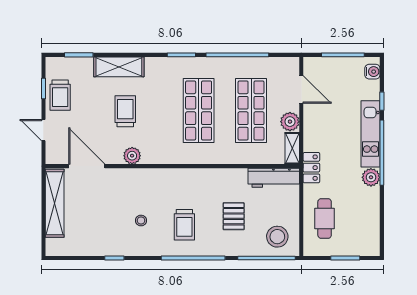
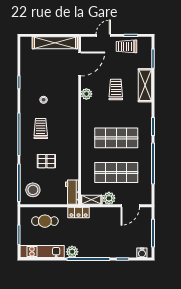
trolley: (125, 111) -> (116, 89), turned -90
kitchen unit: (371, 134) -> (42, 252), moved
workbench: (274, 178) -> (72, 192), width x0.73
trolley: (184, 225) -> (41, 128), turned 90

